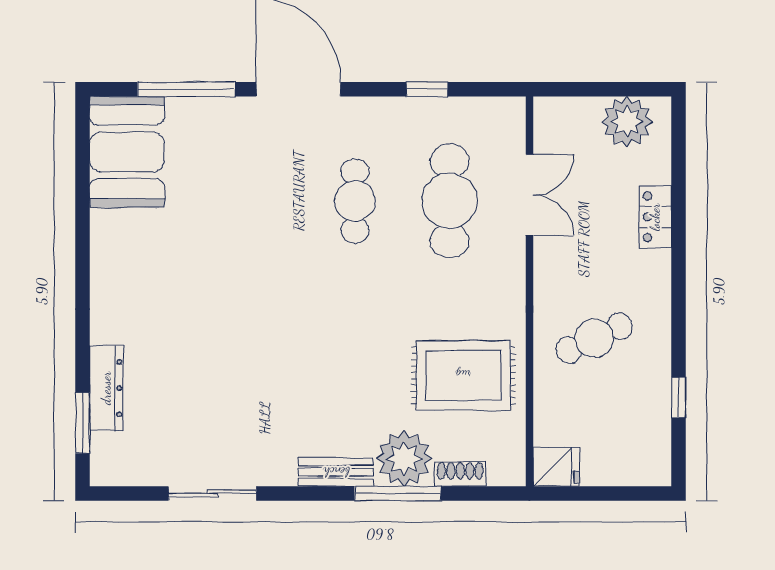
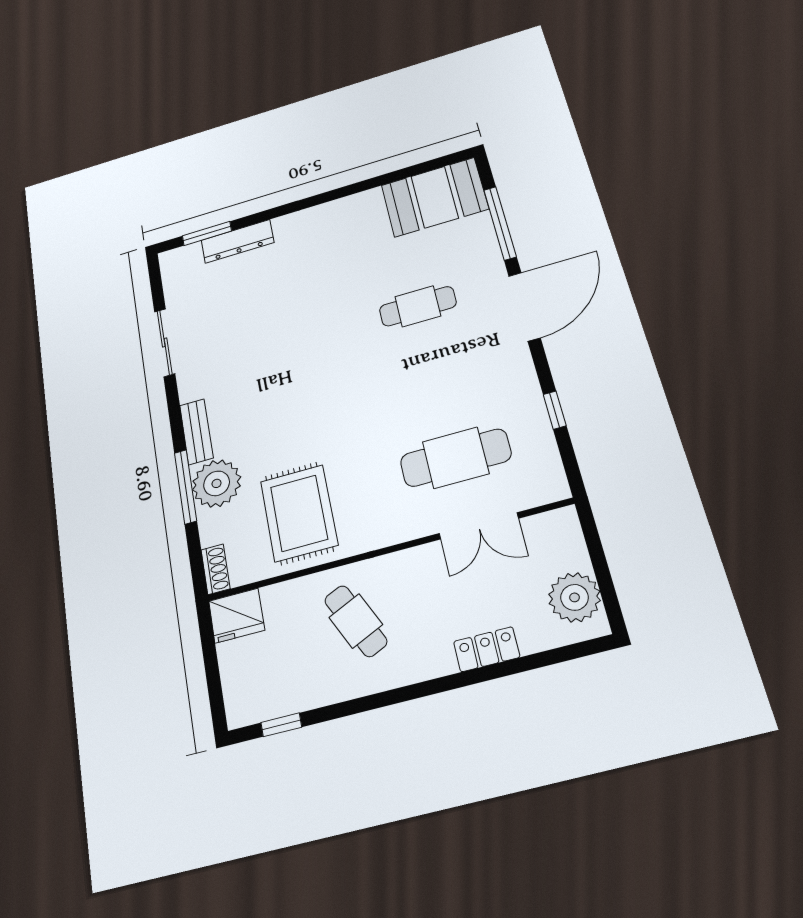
cafe table: (355, 201) -> (418, 306), moved
window: (678, 398) -> (281, 725), moved
fridge: (556, 467) -> (237, 616), width x1.38
shoe rack: (460, 474) -> (216, 569), moved

